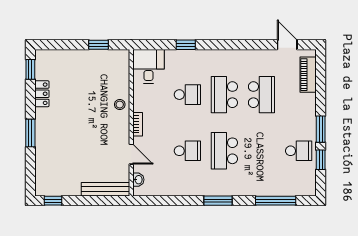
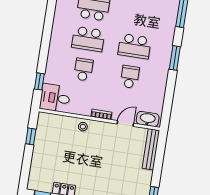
window: (186, 45) -> (39, 81), moved
washbasin: (138, 180) -> (148, 119), width x1.91, depth x1.45

